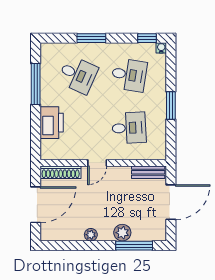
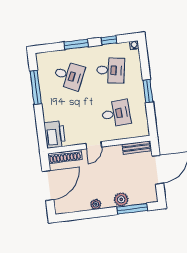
window: (147, 38) -> (109, 40), moved
printer: (52, 123) -> (55, 134), moved

